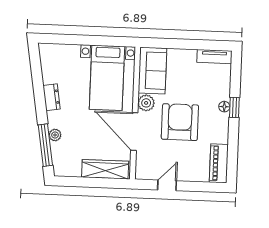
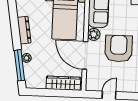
dresser: (52, 97) -> (24, 30), width x1.44

